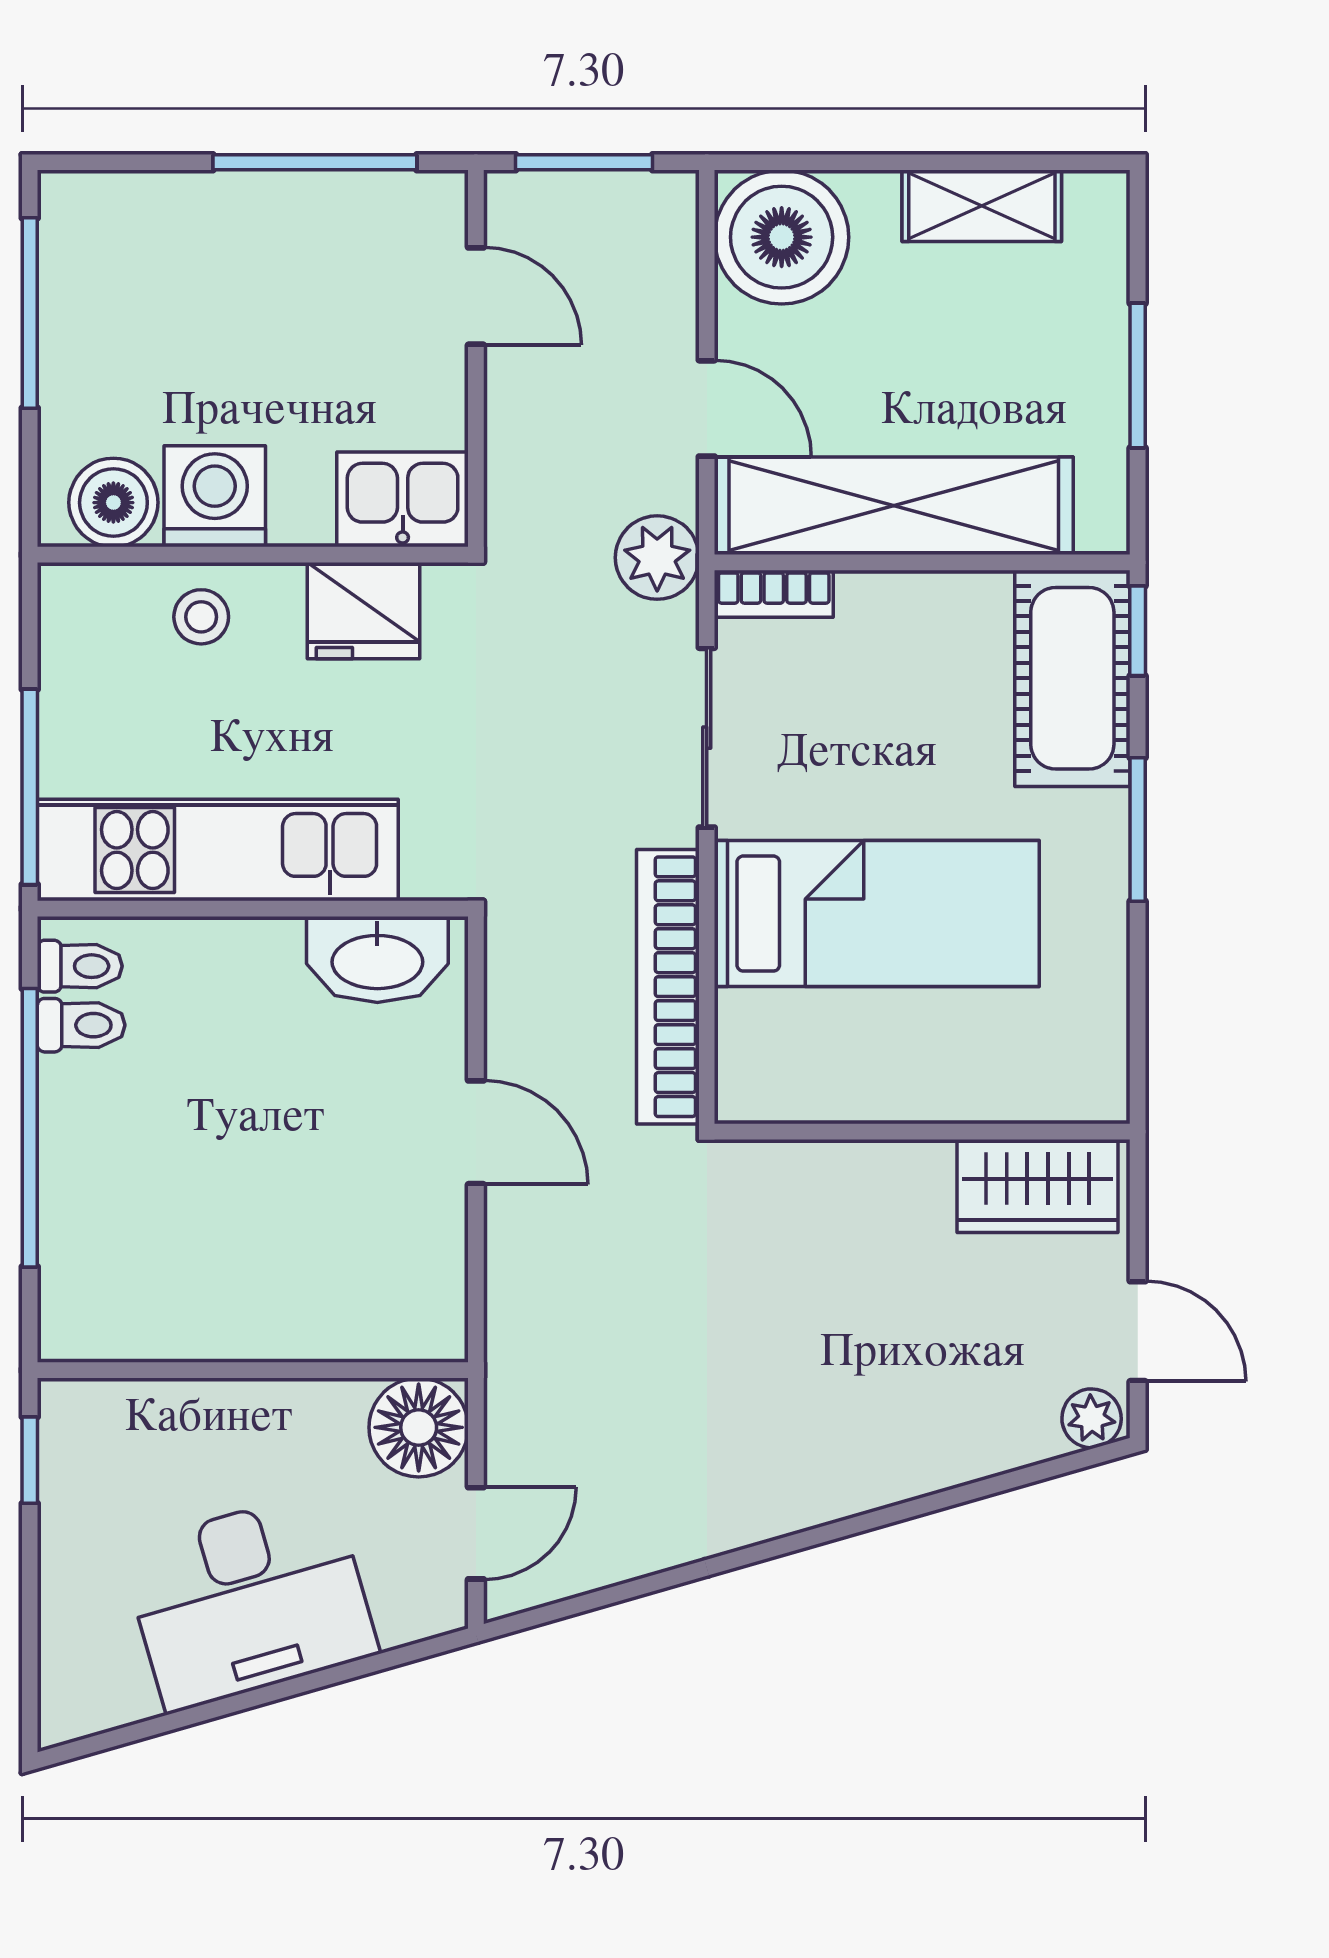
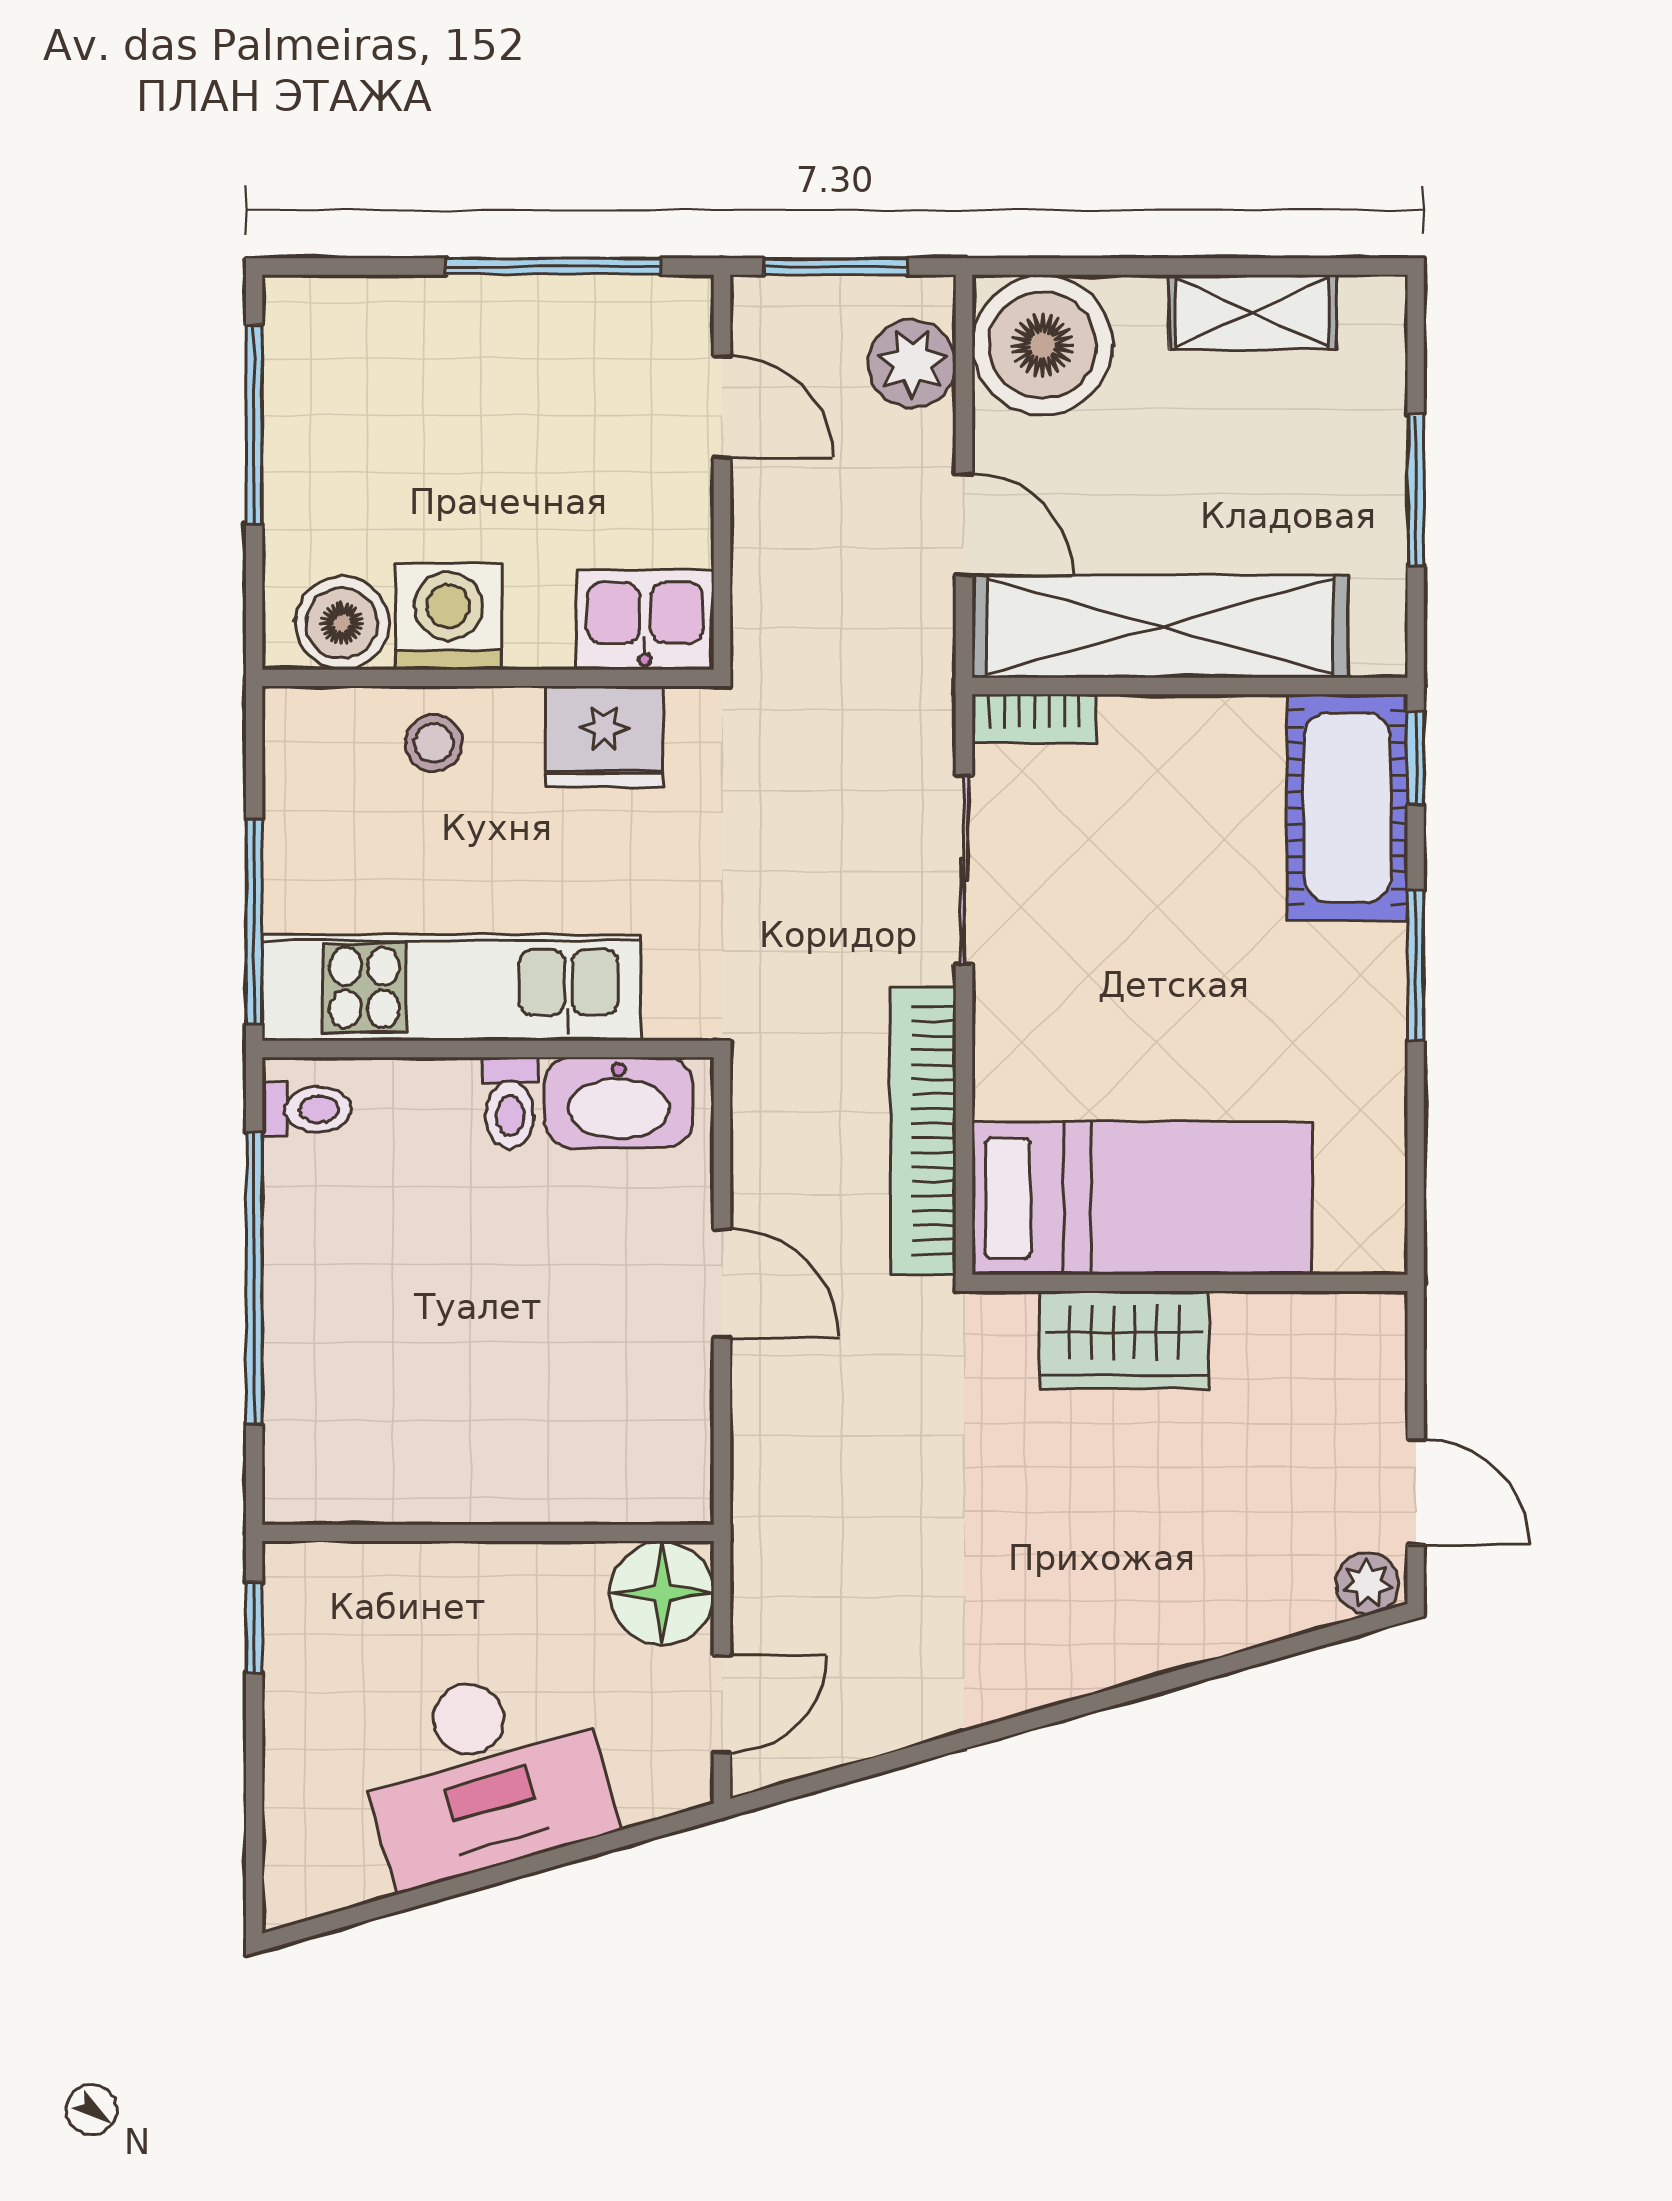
plant: (657, 558) -> (912, 364), moved
bed: (877, 914) -> (1142, 1198), moved
toilet: (81, 1025) -> (510, 1103), moved, turned 90
wardrobe: (1038, 1186) -> (1124, 1340), moved

